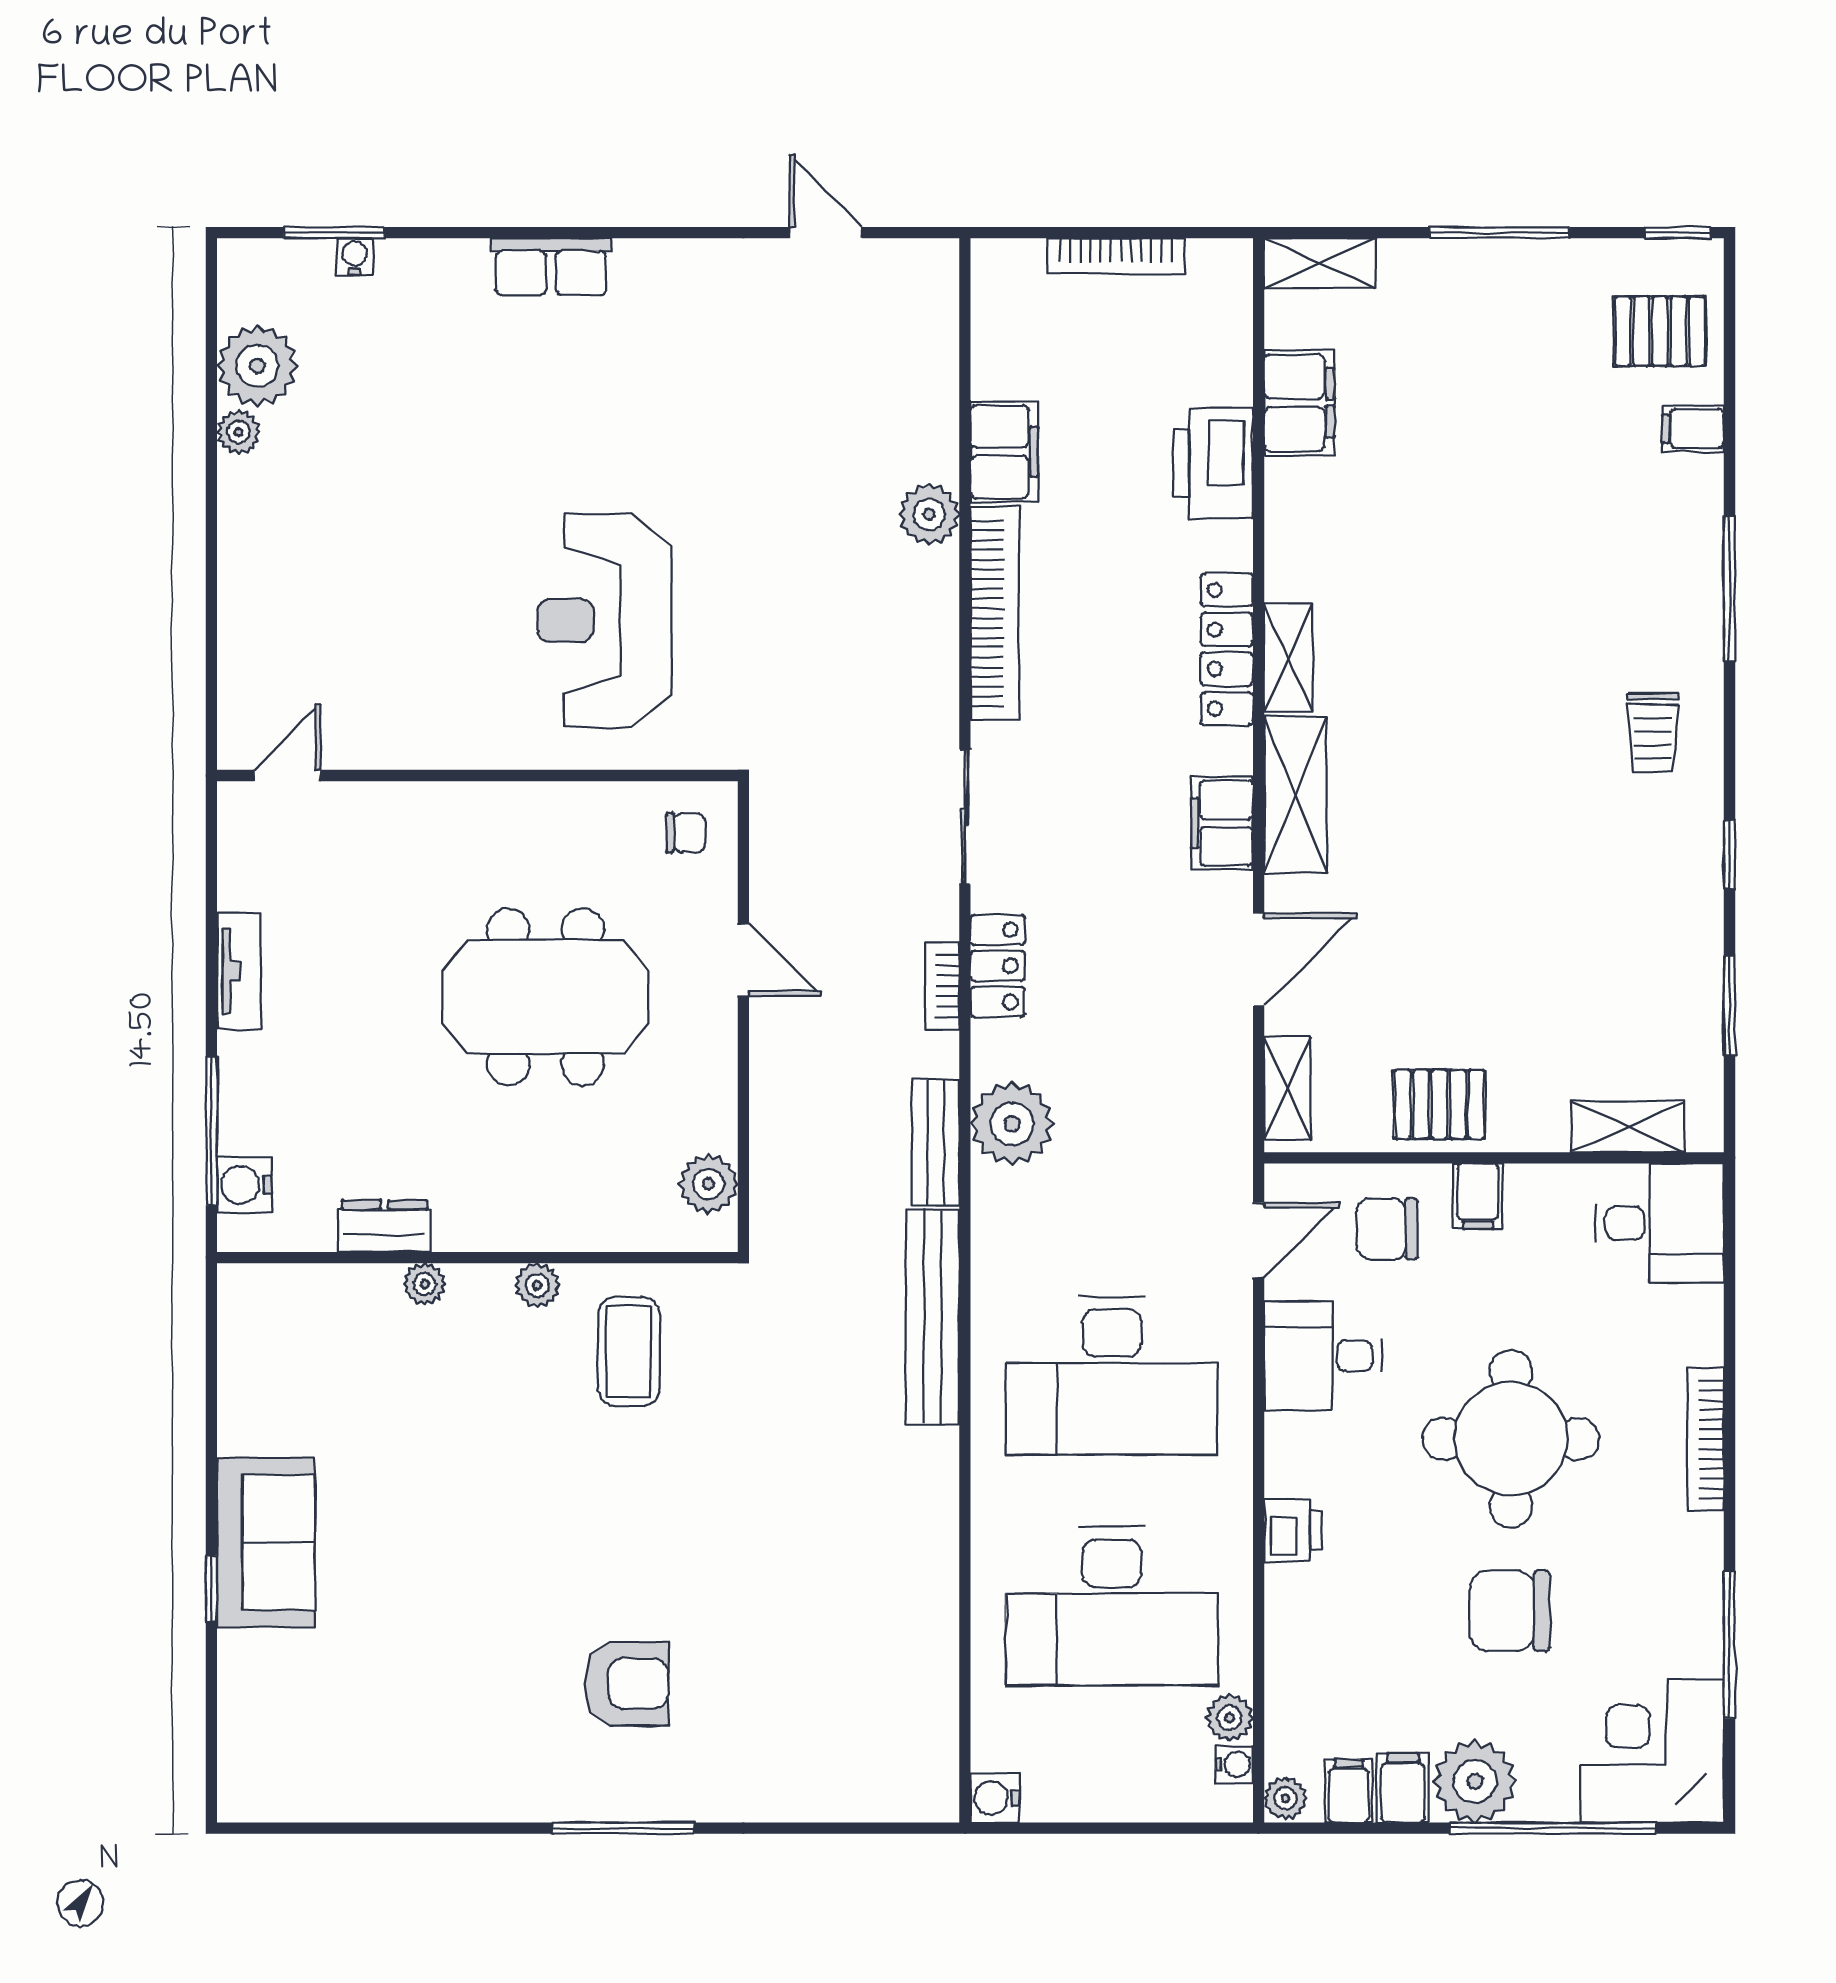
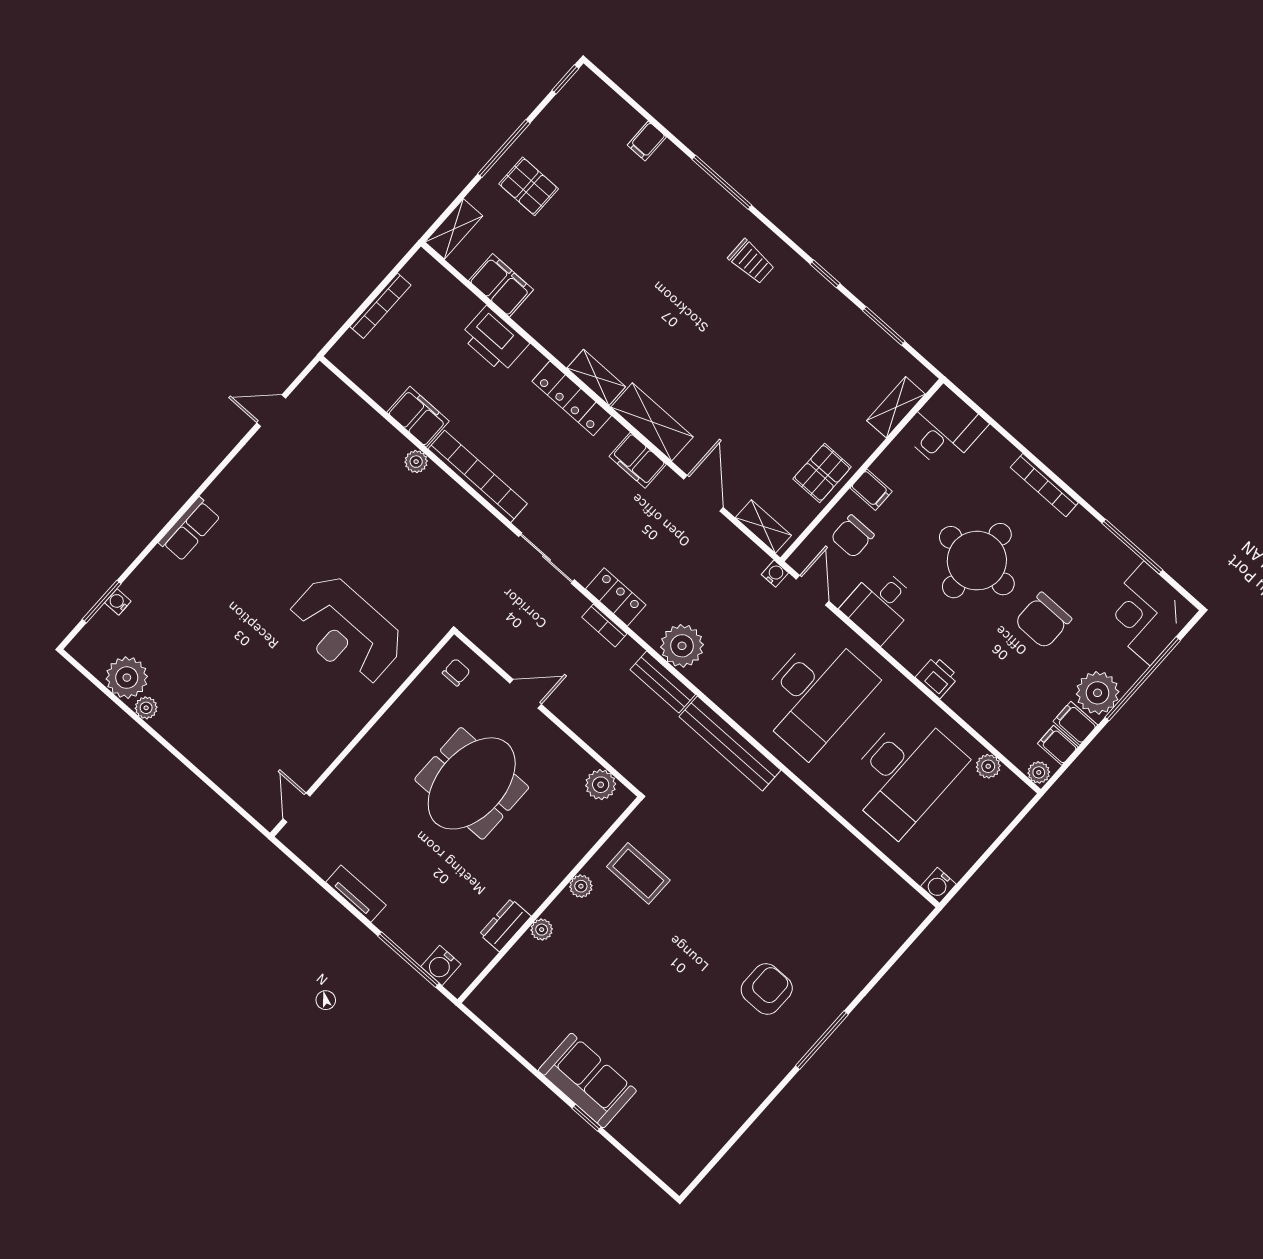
pallet: (1660, 331) -> (529, 186), moved, turned 90
plant: (929, 514) -> (416, 462), width x0.73, depth x0.73
water cooler: (1234, 1764) -> (775, 574), moved

